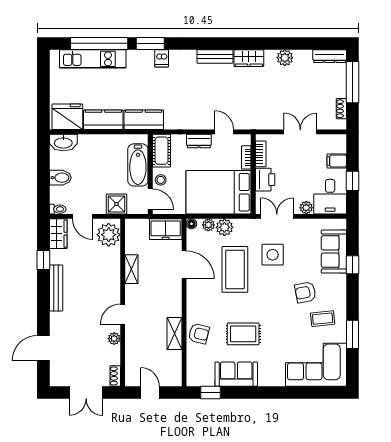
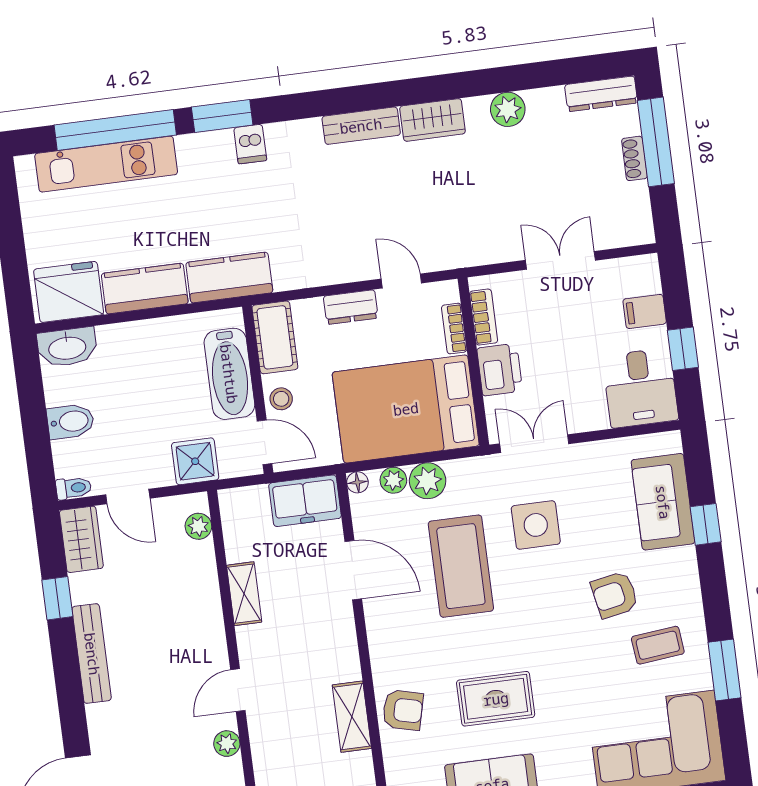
shoe rack: (341, 109) -> (634, 158), moved
plant: (306, 208) -> (593, 417), removed
plant: (109, 235) -> (198, 526), width x0.53, depth x0.53

